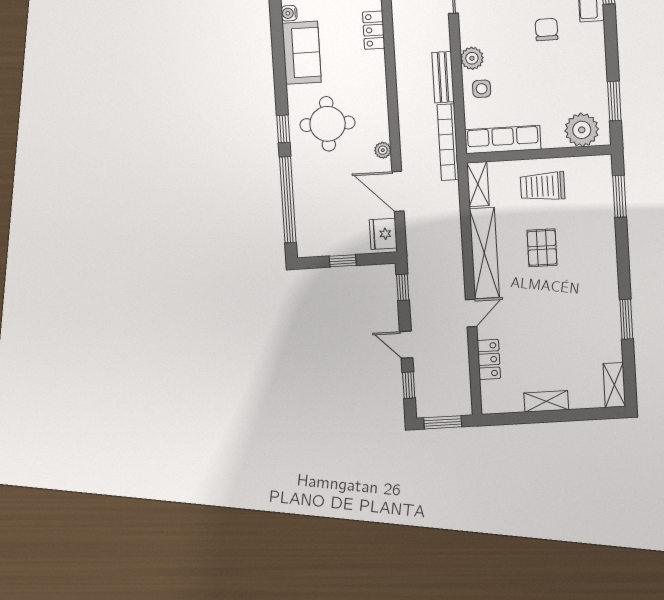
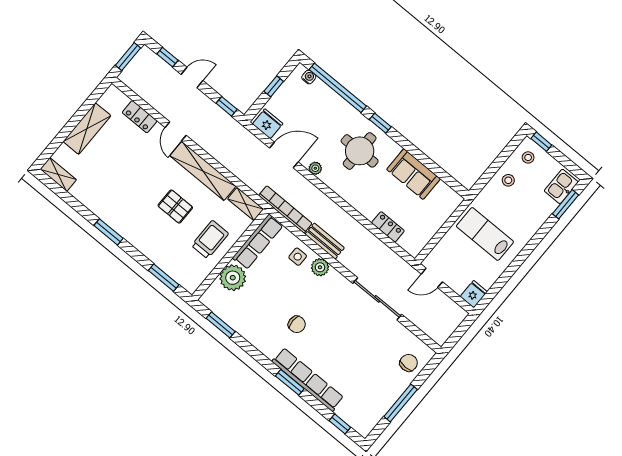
water cooler: (289, 13) -> (309, 77), moved
plant: (582, 130) -> (233, 278), moved
window: (626, 319) -> (109, 232), moved
shelving: (546, 401) -> (87, 129), width x1.50, depth x1.33

